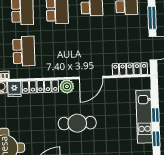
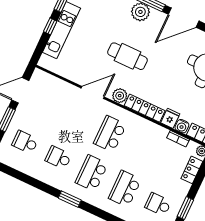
school desk: (24, 51) -> (110, 134), moved
locker: (130, 69) -> (52, 82), removed

